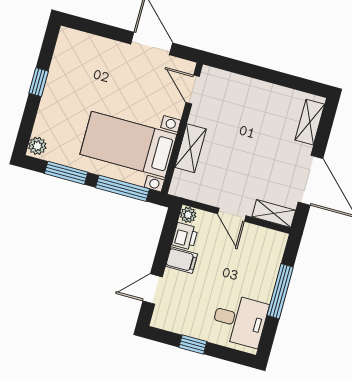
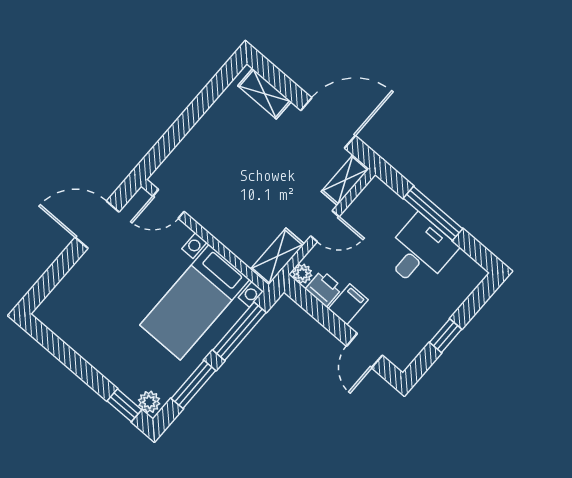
window: (39, 82) -> (124, 405), moved
shelving: (191, 148) -> (277, 257), moved, turned 90
desk: (240, 320) -> (420, 252), moved

